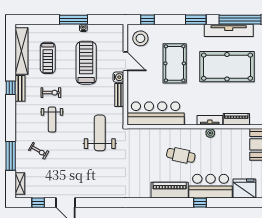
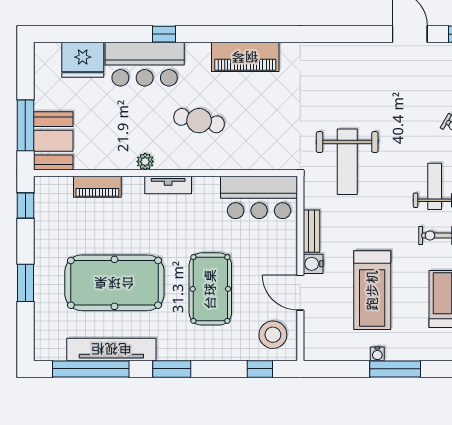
bar counter: (156, 113) -> (259, 197), width x0.73
tv unit: (210, 120) -> (168, 185), moved
piano: (170, 190) -> (245, 57), moved

